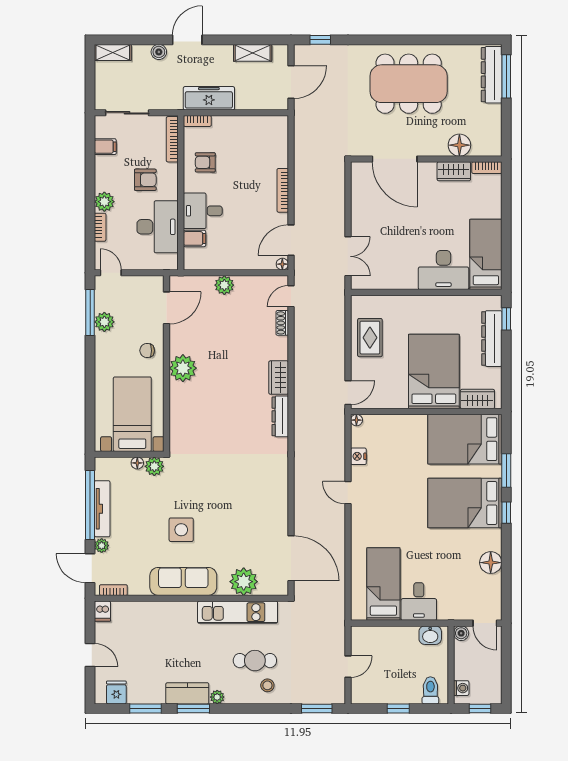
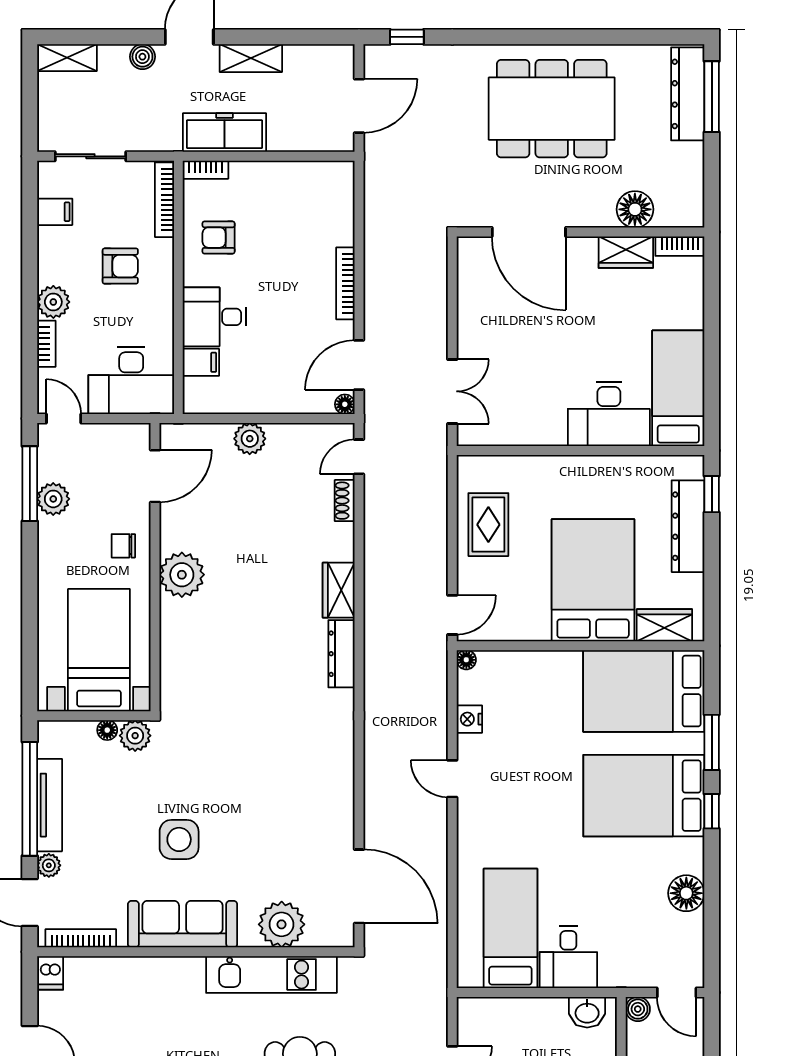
shelving: (253, 53) -> (251, 58), moved
desk: (158, 227) -> (131, 380), moved, turned 90
bookcase: (113, 590) -> (81, 938), width x1.56

